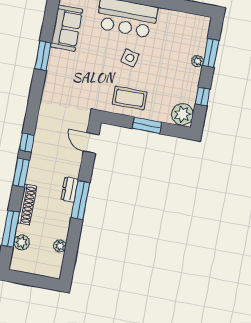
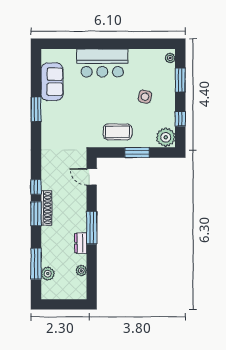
side table: (130, 58) -> (145, 97), moved
plant: (197, 61) -> (170, 58), moved
dresser: (70, 189) -> (81, 243), moved
shoe rack: (27, 205) -> (46, 208), moved

